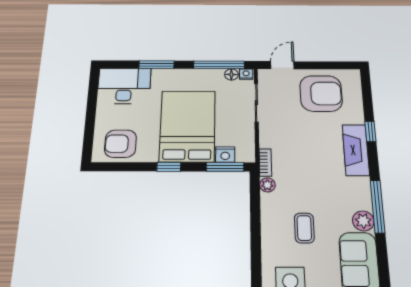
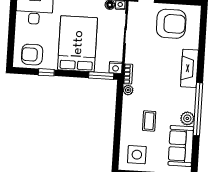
window: (370, 131) -> (201, 55), removed
nightstand: (225, 155) -> (116, 67), moved
window: (169, 167) -> (46, 72), moved
window: (378, 206) -> (198, 109), width x1.46

